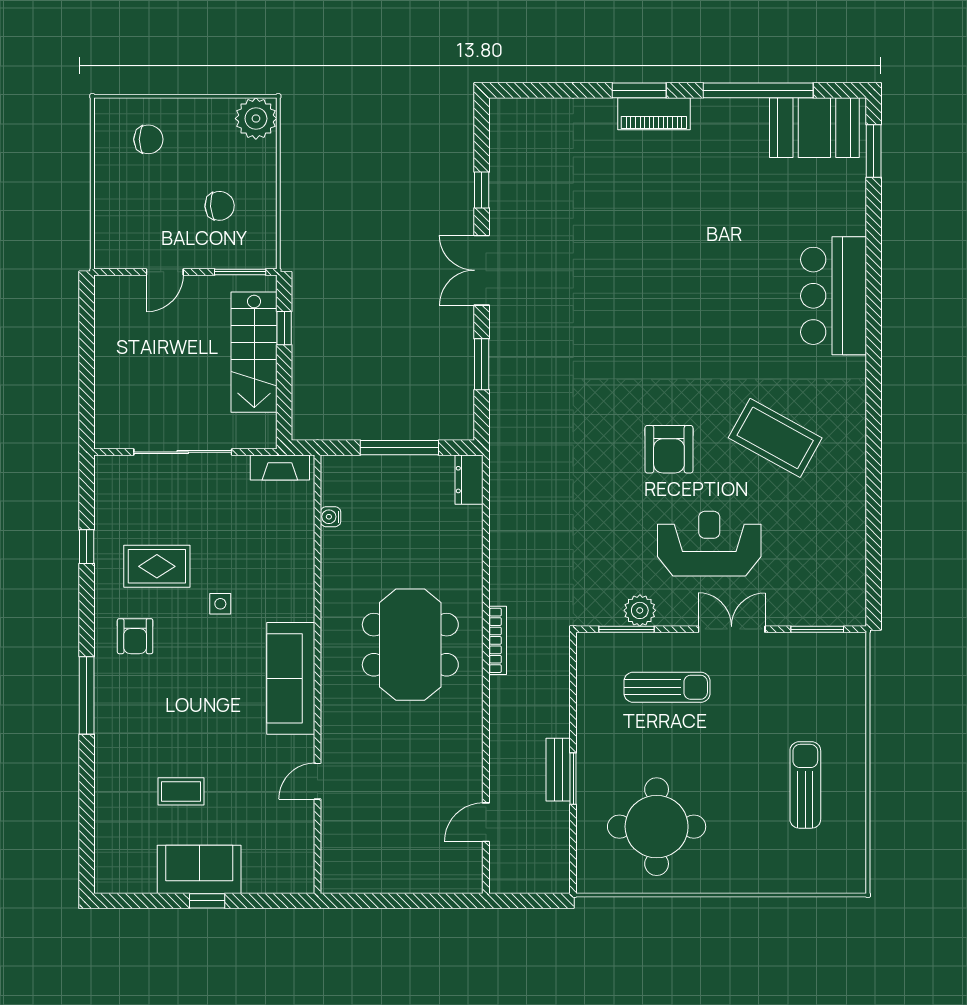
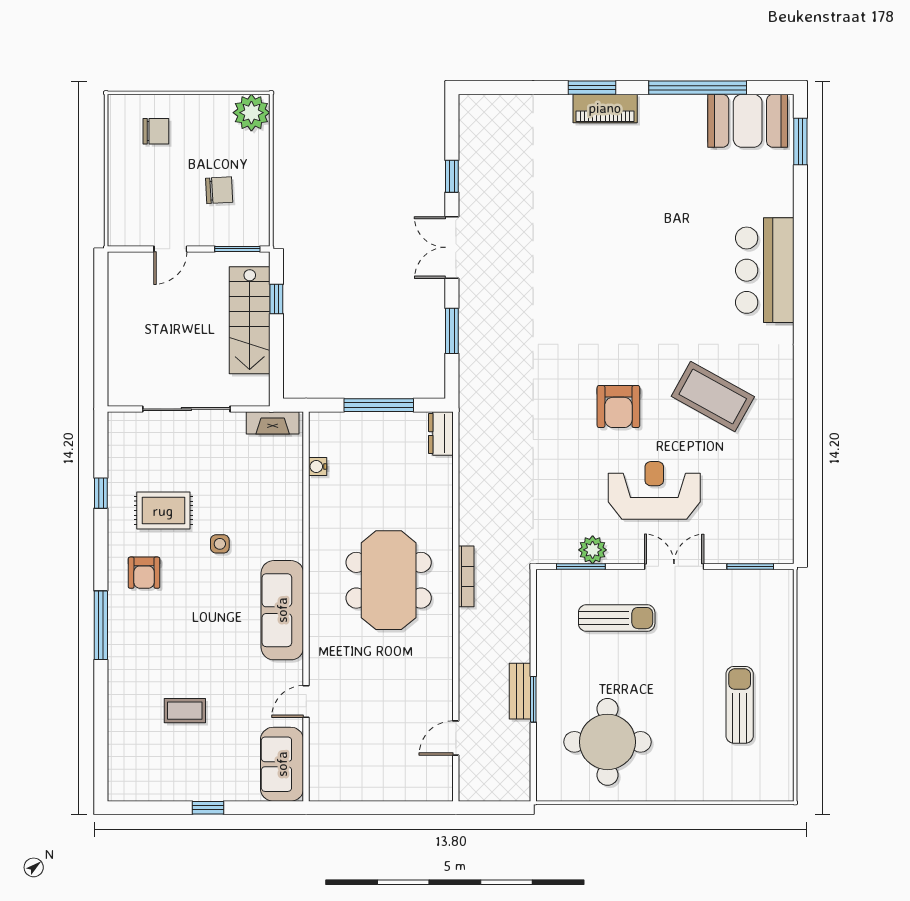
sofa: (199, 869) -> (282, 764), moved, turned -90

